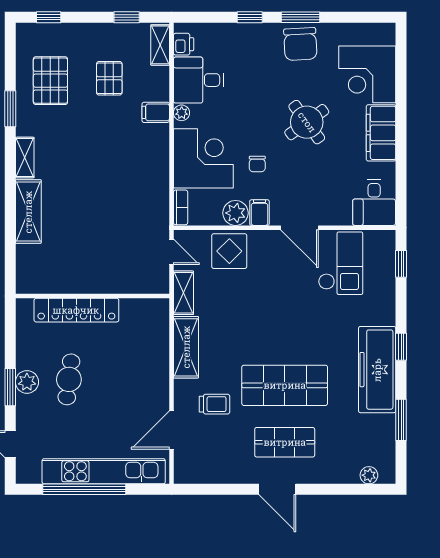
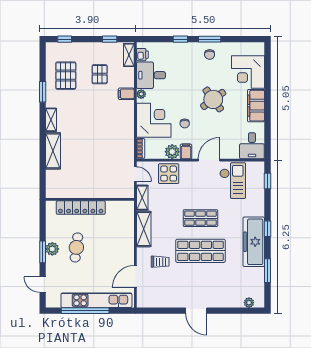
chair: (300, 44) -> (210, 55), width x0.54, depth x0.54
door: (300, 228) -> (209, 160), swing flipped
shop shelf: (285, 442) -> (201, 218), moved

